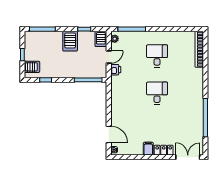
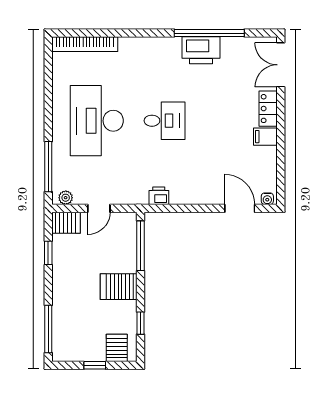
server rack: (70, 41) -> (119, 287), moved, turned 180
desk: (157, 56) -> (97, 121), width x1.87, depth x1.30
door: (109, 57) -> (99, 208), swing flipped
printer: (116, 70) -> (159, 196), moved
desk: (157, 93) -> (165, 121), turned 180
printer: (196, 113) -> (201, 50), added
door: (109, 134) -> (240, 208), hinge flipped

